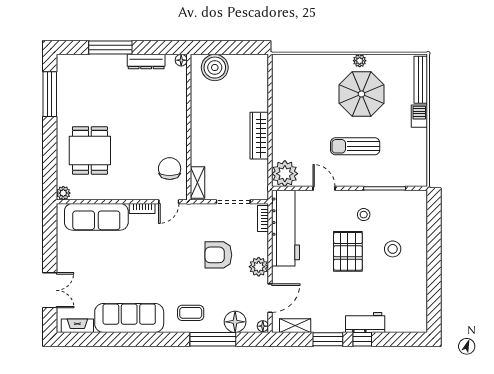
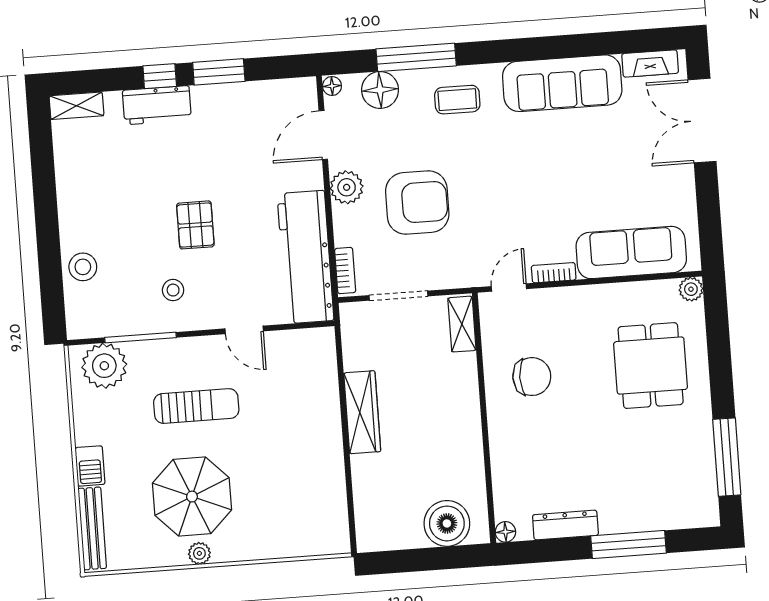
chair: (170, 169) -> (532, 377), moved, turned -90
plant: (285, 174) -> (104, 366), moved
stool: (393, 249) -> (83, 267), moved
pallet: (348, 251) -> (195, 225), width x0.67, depth x0.71
armchair: (218, 255) -> (417, 203), width x1.36, depth x1.36
double door: (50, 290) -> (702, 121), width x1.37
shelving: (295, 326) -> (76, 106), moved

